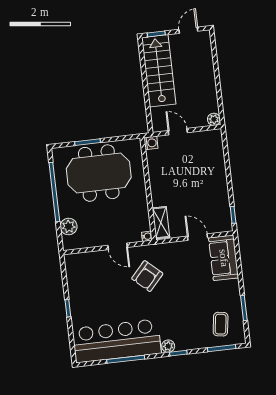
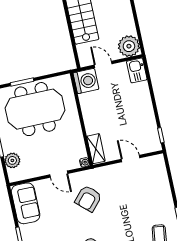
plant: (214, 119) -> (129, 46), width x1.88, depth x1.88
kitchen sink: (214, 142) -> (137, 70), added
washing machine: (151, 143) -> (86, 81), width x1.89, depth x1.89
sofa: (224, 258) -> (26, 203), moved, turned 180

